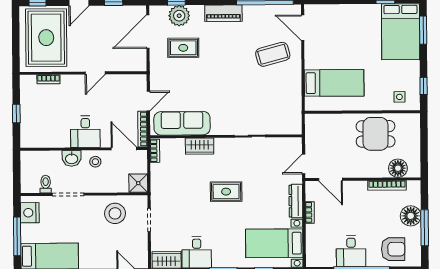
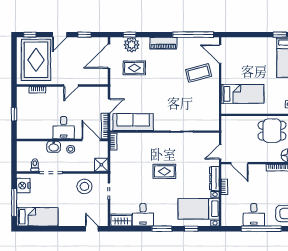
wardrobe: (200, 146) -> (146, 139), removed

